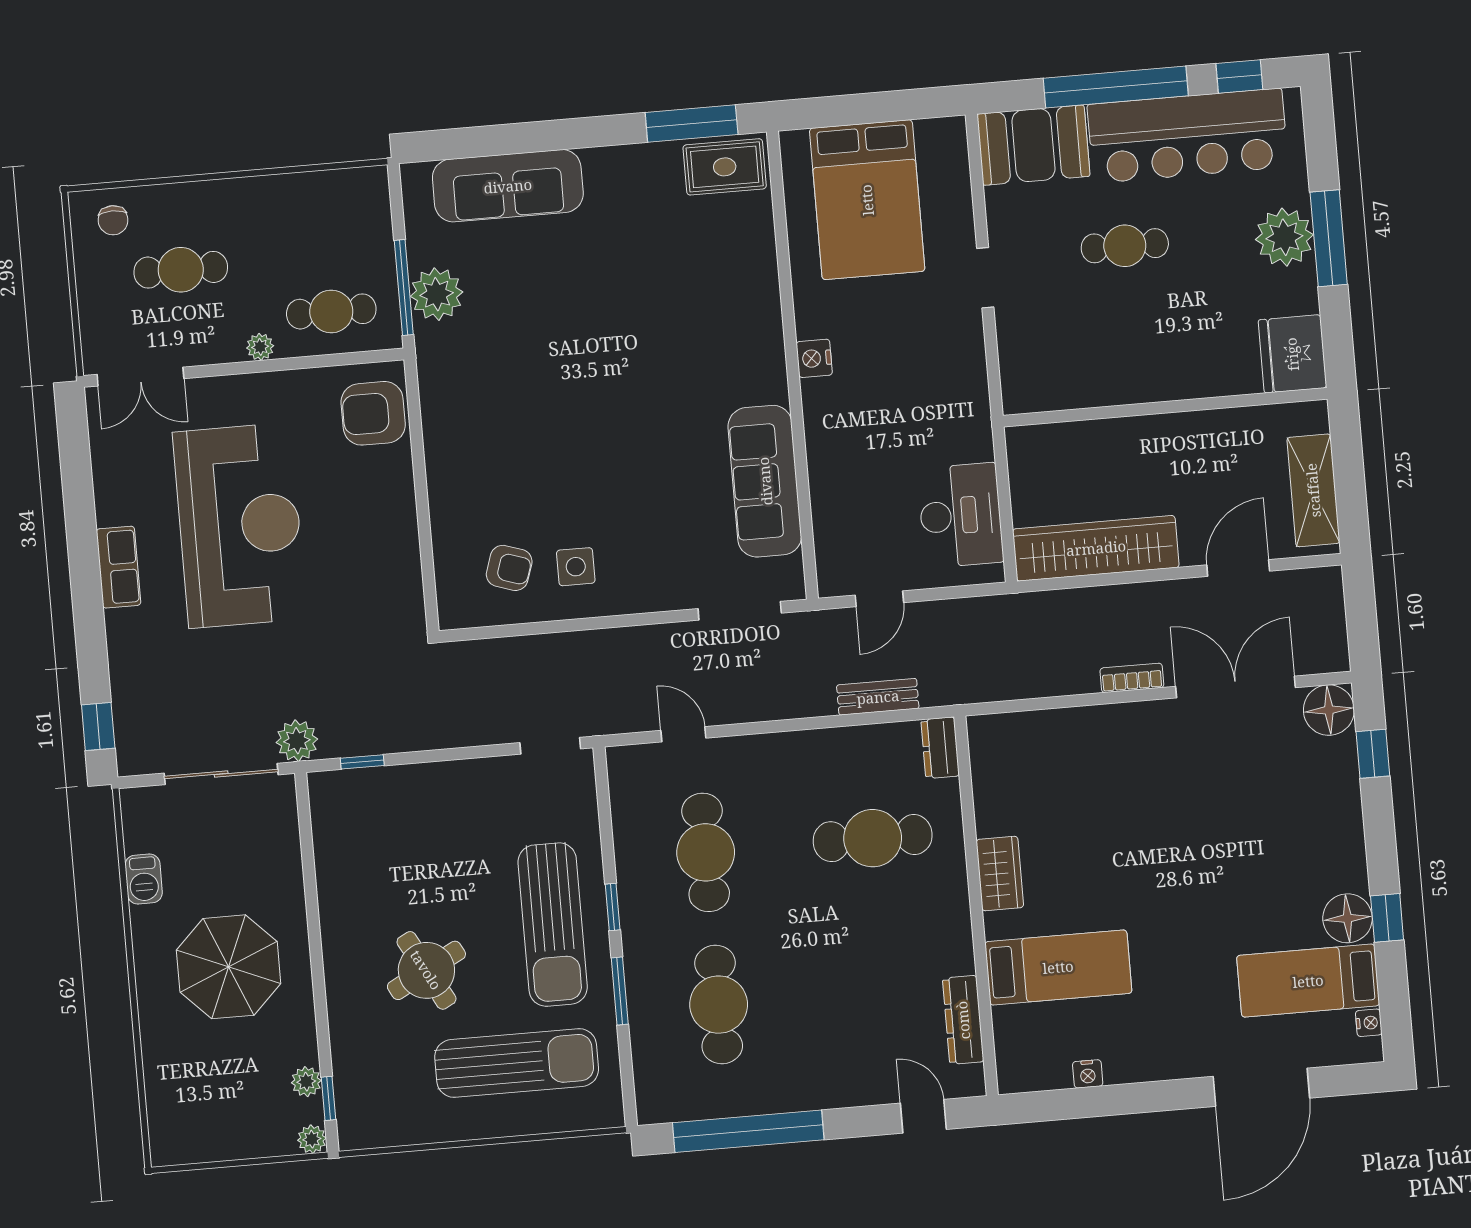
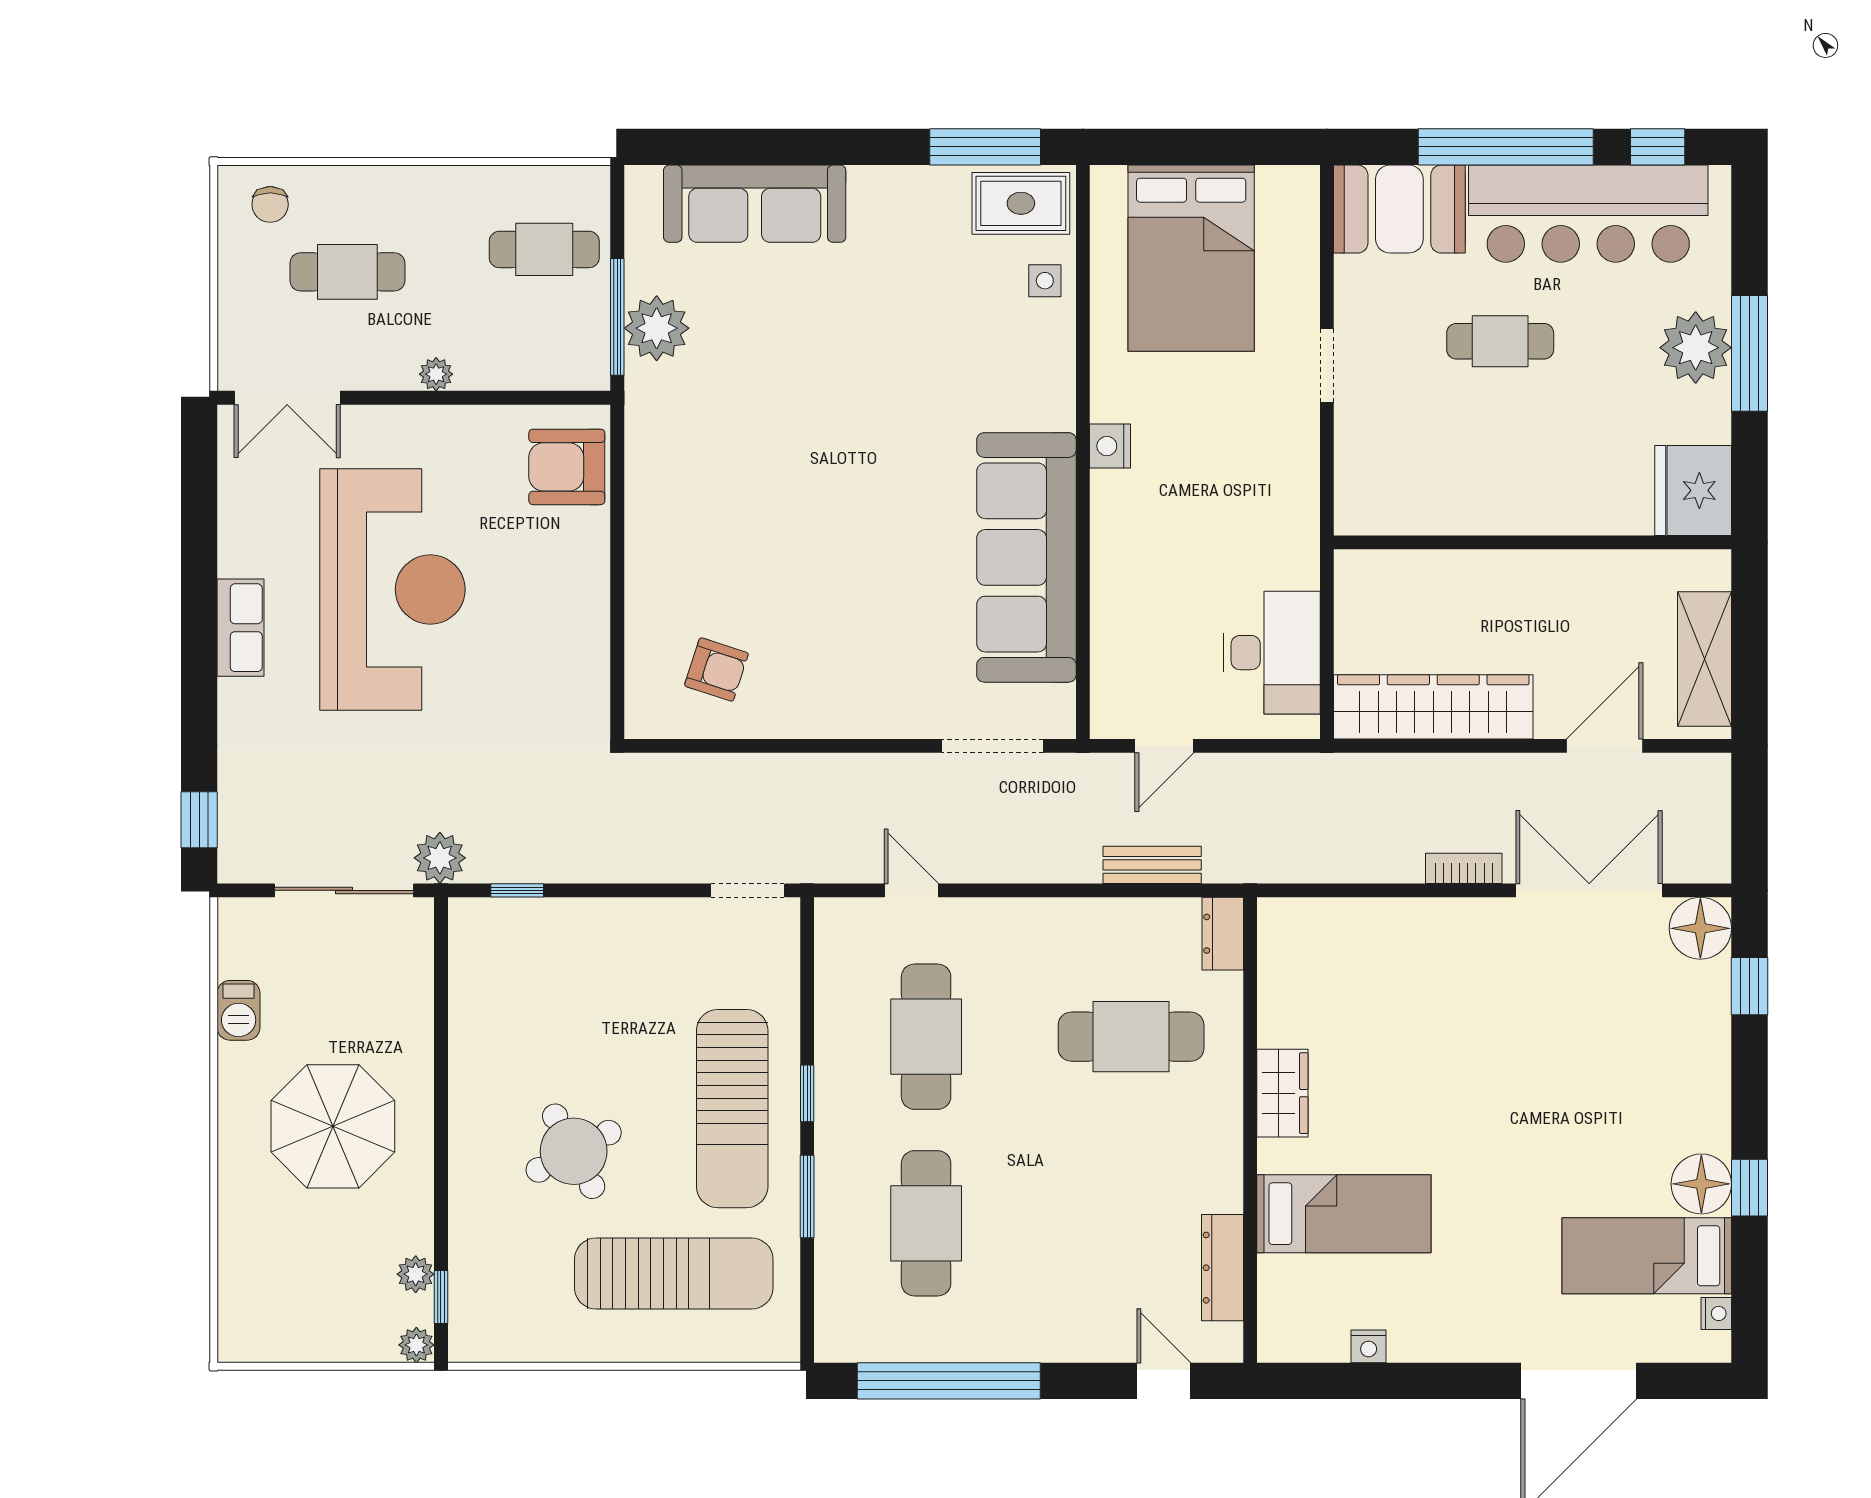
cafe table: (331, 311) -> (544, 249), moved
sofa: (765, 481) -> (1026, 557), width x1.36, depth x1.27
side table: (576, 567) -> (1045, 281), moved, width x0.73, depth x0.73

